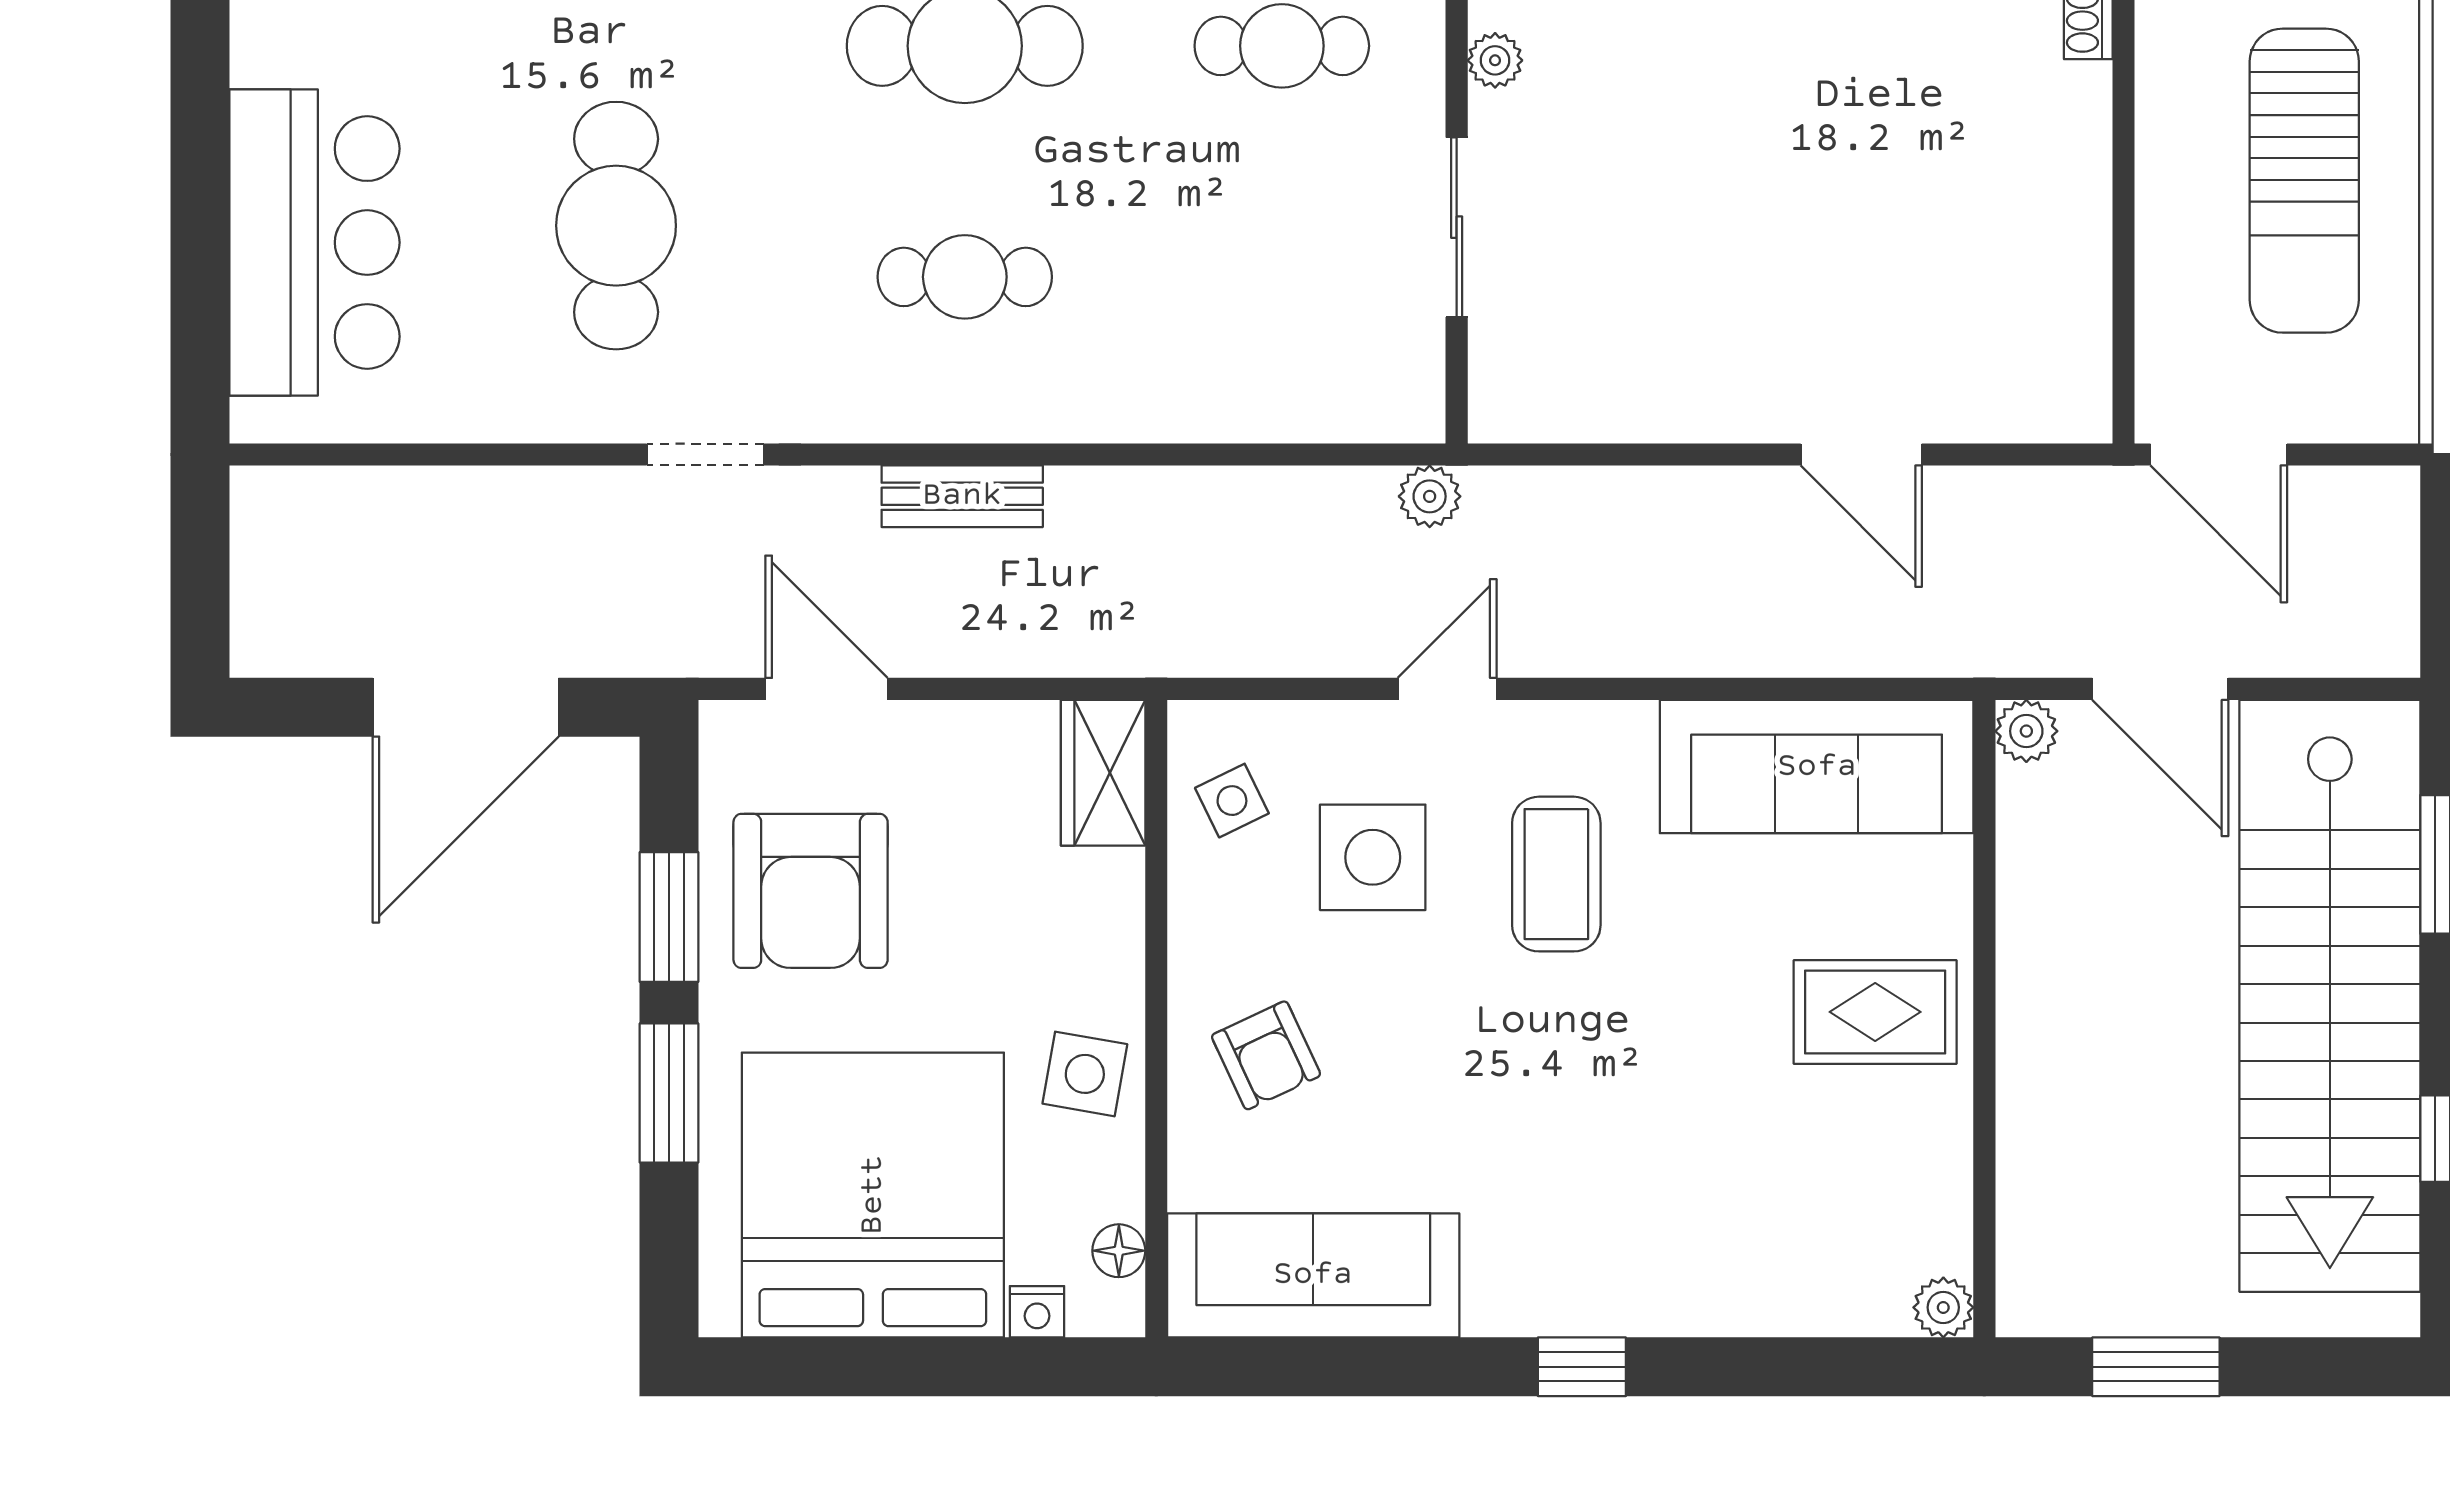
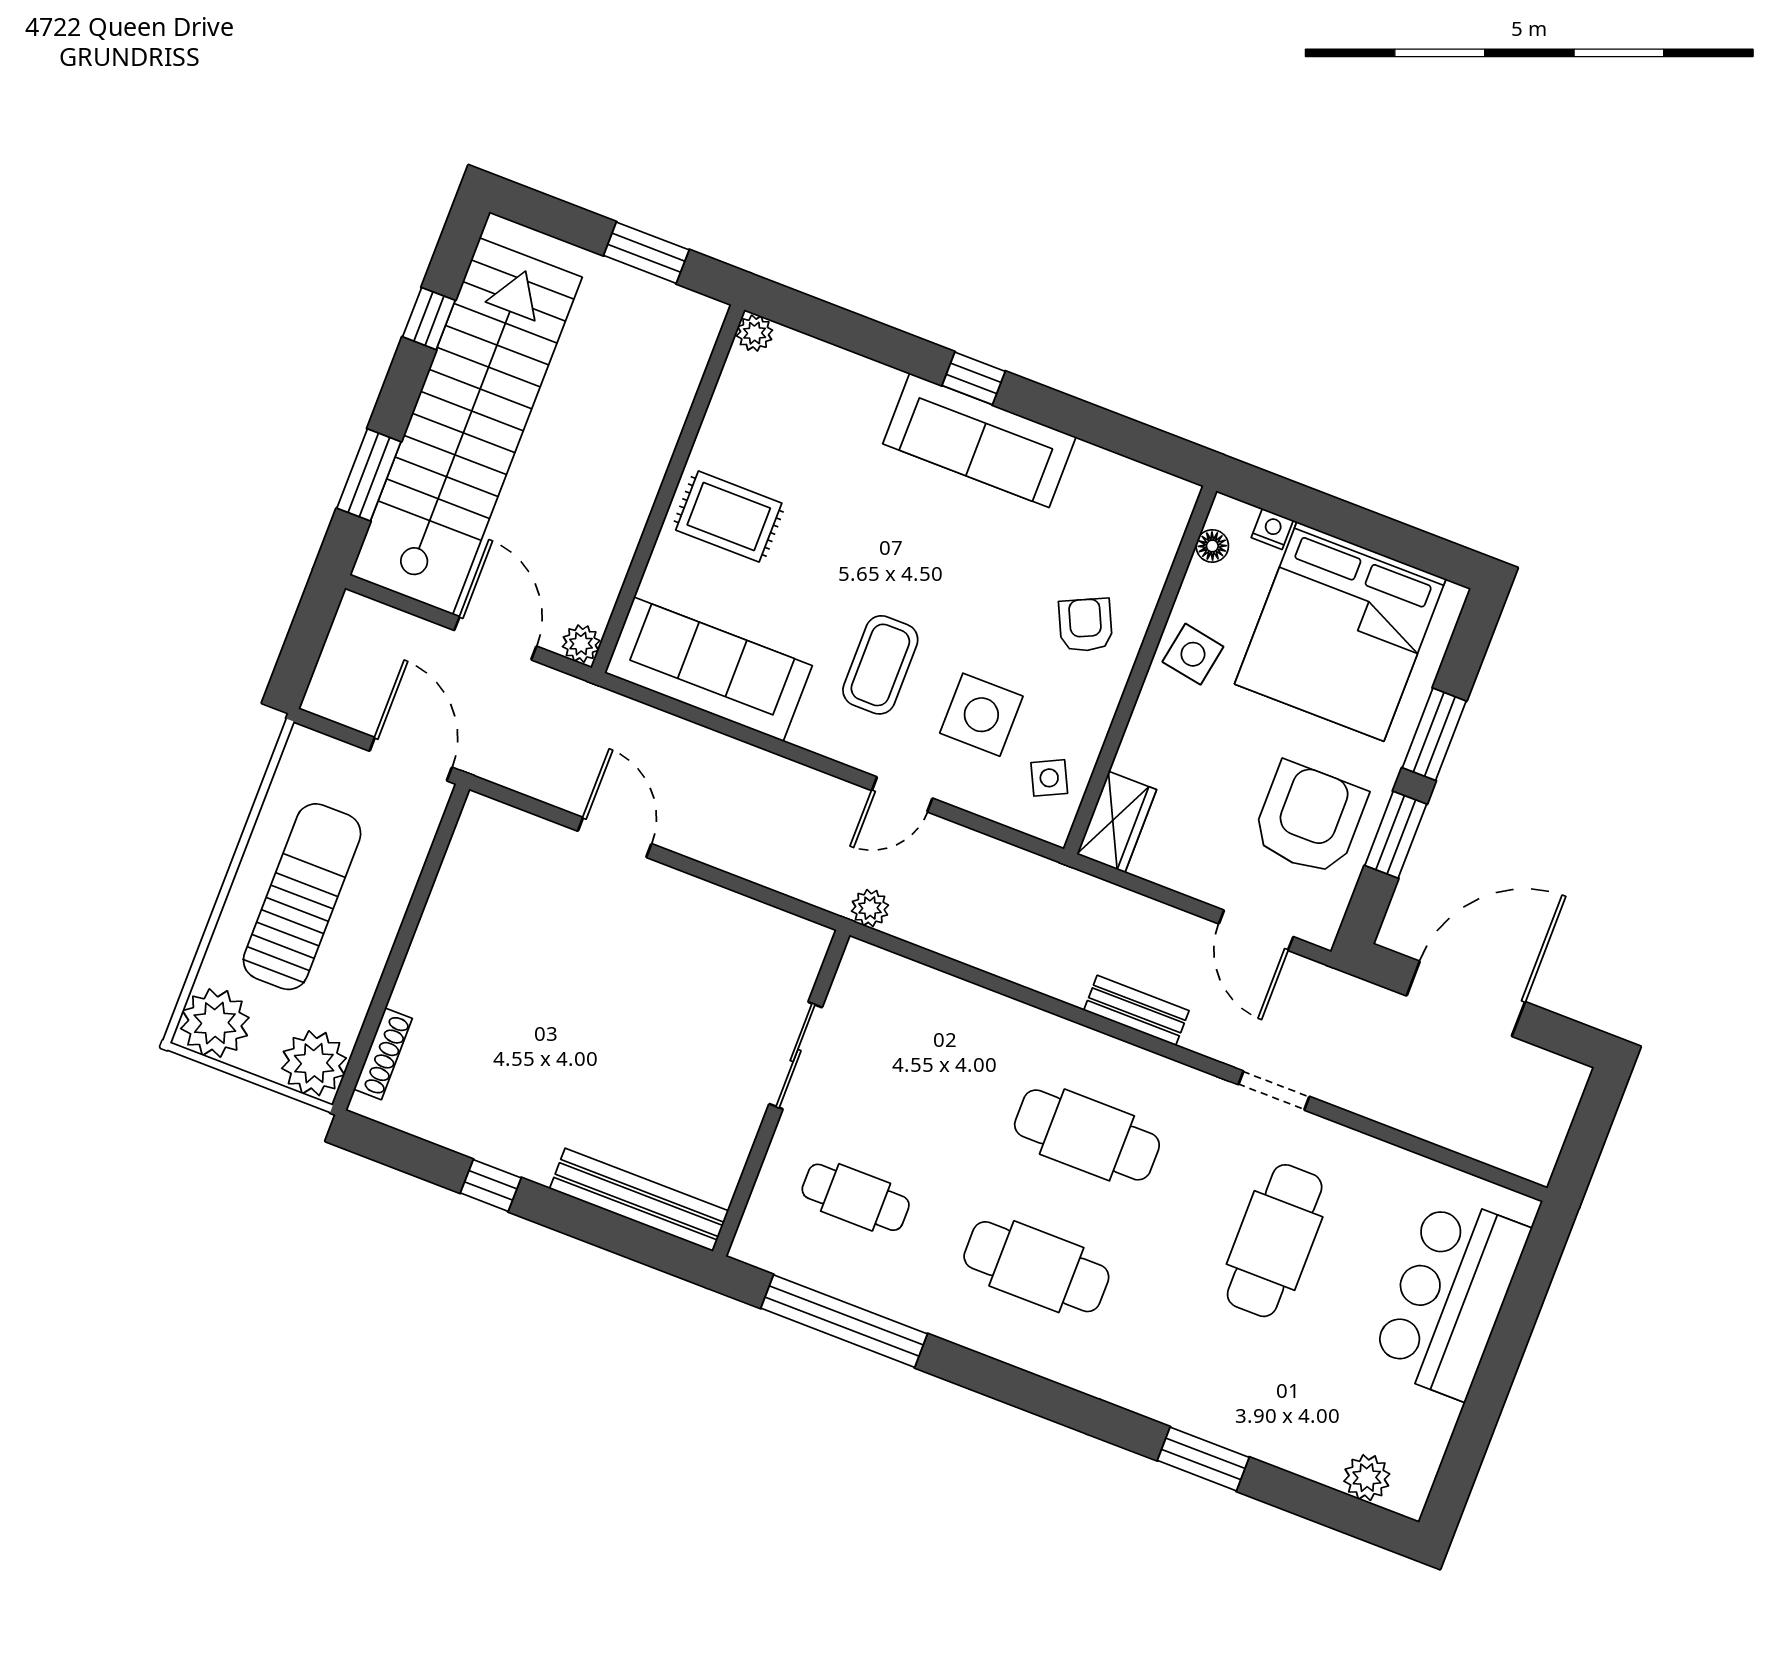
plant: (1495, 60) -> (737, 1142), removed
cafe table: (965, 277) -> (1087, 1135), width x1.37, depth x1.35
sofa: (1313, 1275) -> (979, 440), moved

